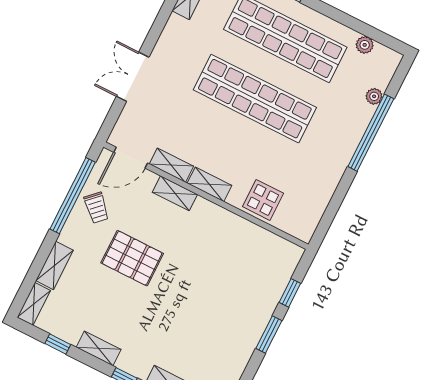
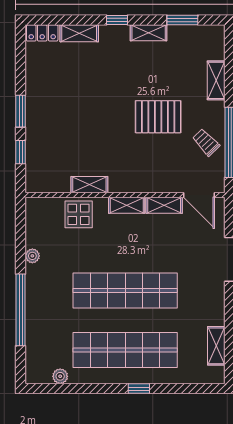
plant: (374, 96) -> (32, 256), moved
door: (131, 158) -> (199, 195), swing flipped
shelving: (175, 193) -> (89, 185), moved
shelving: (34, 304) -> (217, 42), removed
window: (58, 344) -> (182, 20), width x1.50

